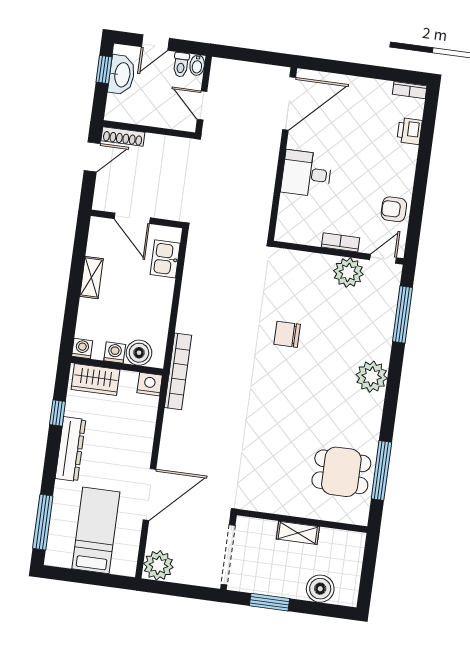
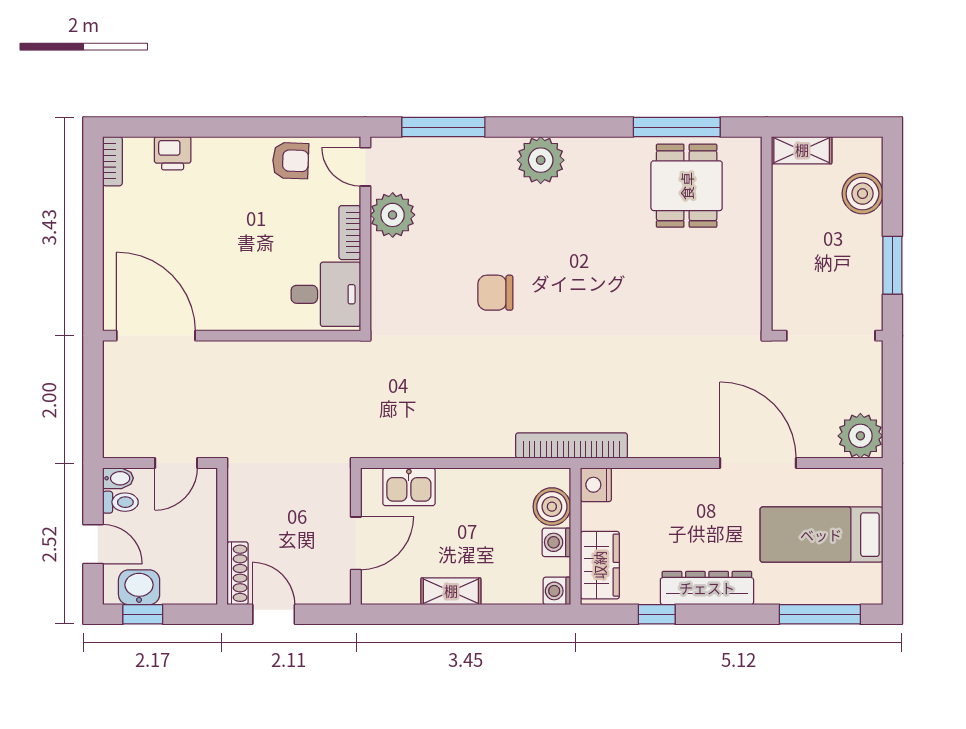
washbasin: (122, 75) -> (139, 587), width x0.72
desk: (306, 174) -> (326, 294), moved, turned -90
armchair: (394, 209) -> (291, 161), turned -88
chair: (287, 334) -> (495, 293), turned 90
shelving: (298, 533) -> (802, 150), moved, turned 90

